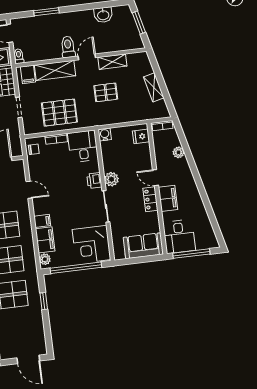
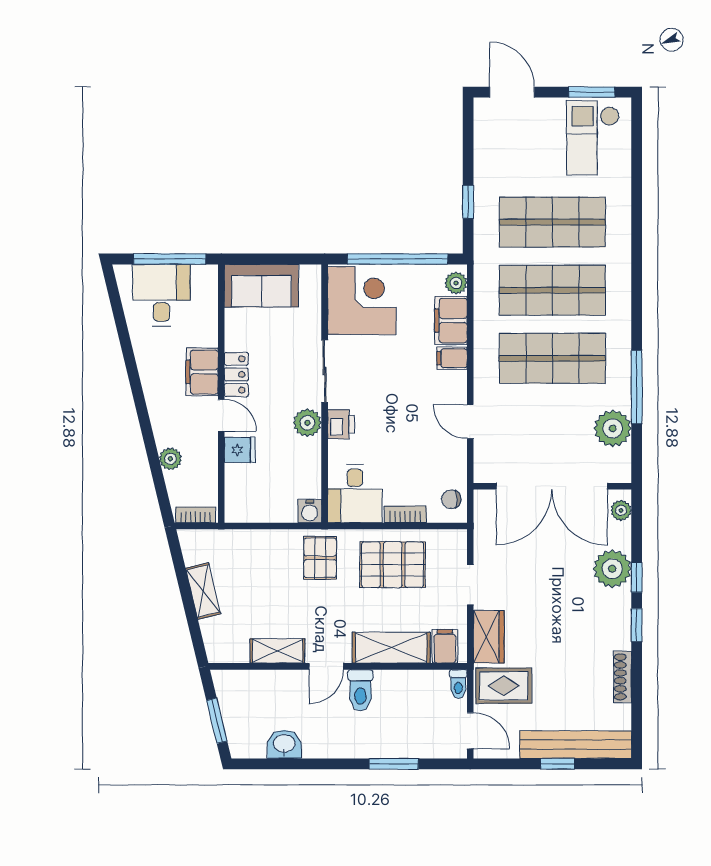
pallet: (106, 92) -> (320, 558), moved, turned 90
fridge: (141, 136) -> (240, 450), moved
desk: (179, 236) -> (161, 295), moved

